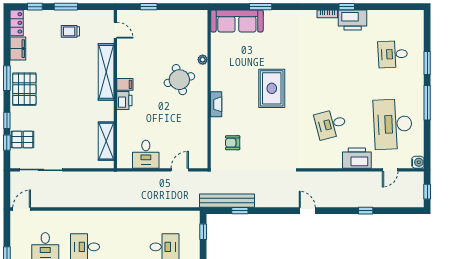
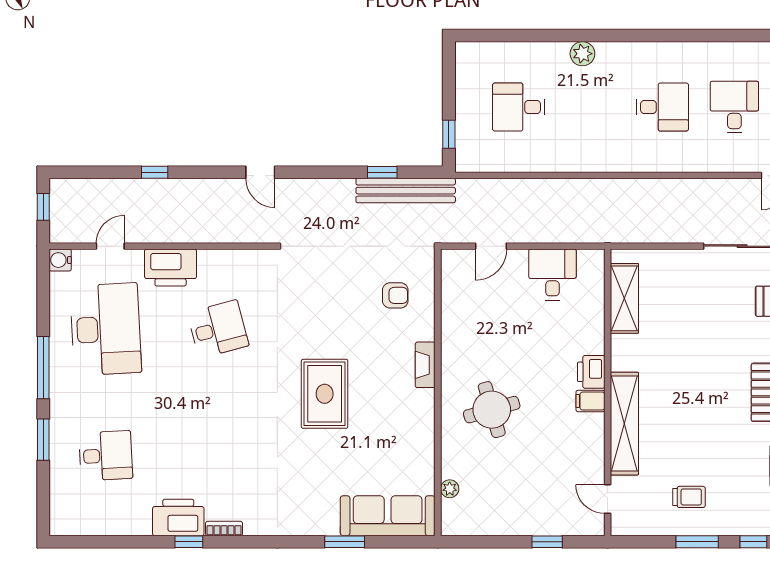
plant: (203, 60) -> (450, 489), moved

